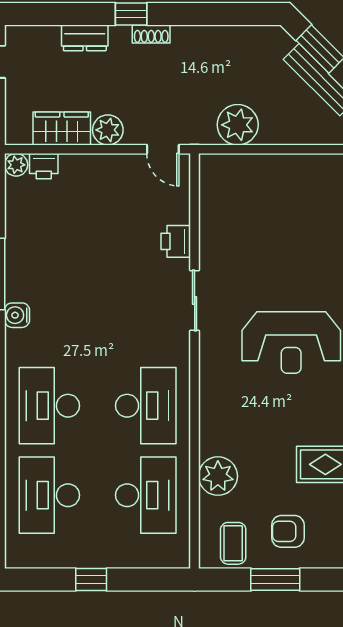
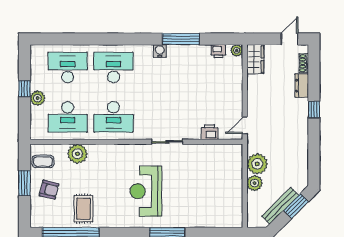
shoe rack: (151, 34) -> (304, 63), moved
wardrobe: (62, 128) -> (255, 59), moved
plant: (108, 130) -> (255, 183), moved
printer: (44, 166) -> (218, 51), moved, turned -90
printer: (176, 241) -> (210, 132), moved
armchair: (288, 531) -> (49, 190), turned 104
plant: (109, 554) -> (38, 98), added

